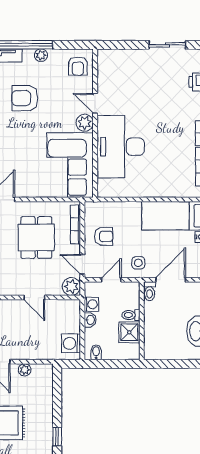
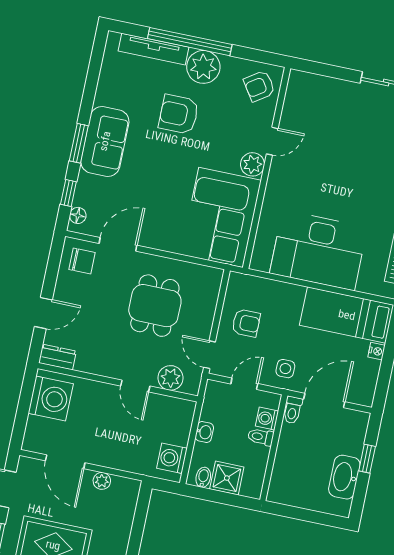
plant: (41, 55) -> (203, 67), width x1.88, depth x1.88
armchair: (78, 66) -> (259, 86), turned 56
door: (95, 103) -> (272, 141), swing flipped
desk: (121, 147) -> (318, 250), moved, turned -90
bookcase: (75, 224) -> (211, 299), removed
plant: (71, 287) -> (171, 378), moved
washing machine: (91, 304) -> (267, 419), moved, turned 180
shower: (129, 332) -> (227, 478), moved

